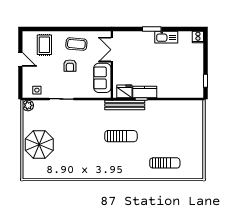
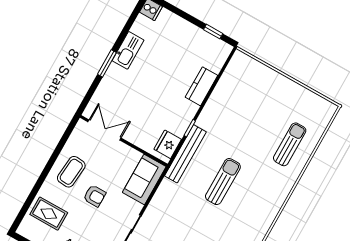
double door: (112, 50) -> (104, 130), swing flipped
sofa: (102, 78) -> (144, 179), moved, turned 90
kitchen counter: (145, 92) -> (201, 86), moved

